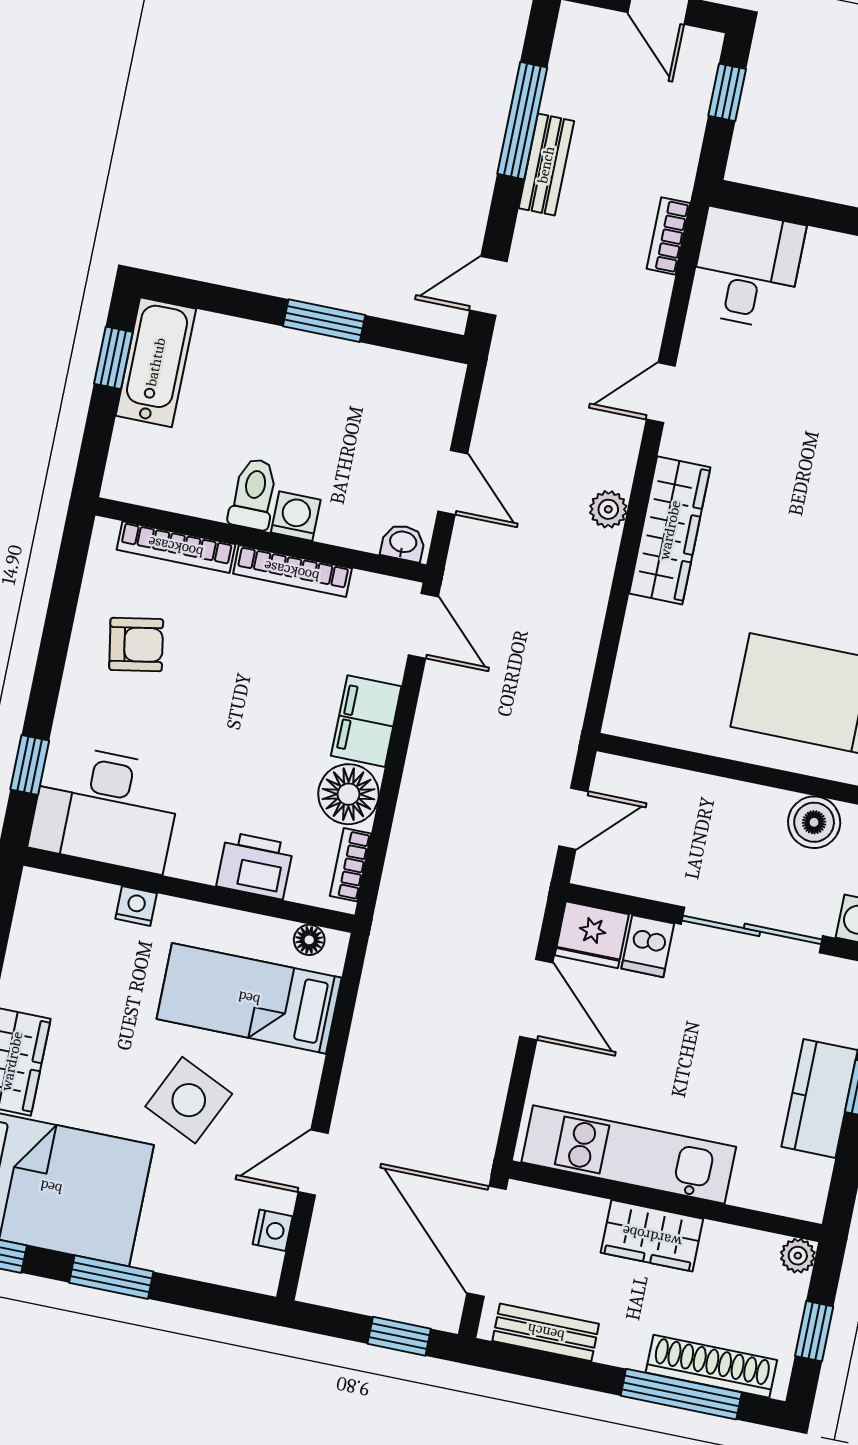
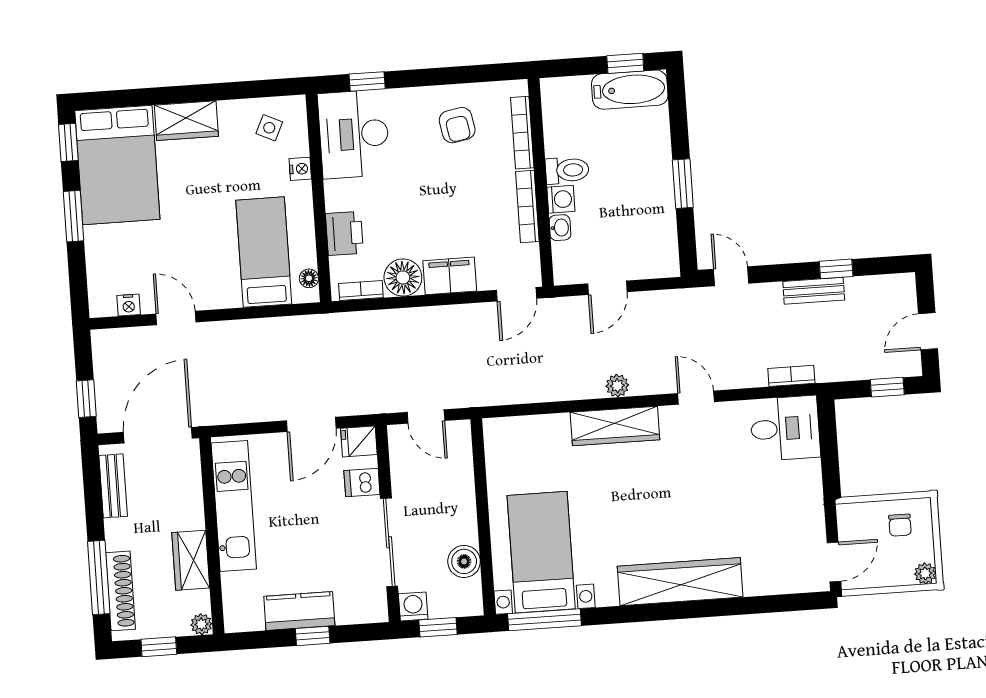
window: (522, 121) -> (836, 269), width x0.46
washbasin: (403, 543) -> (560, 228), moved
fridge: (592, 935) -> (359, 441), width x0.72
side table: (189, 1100) -> (269, 128), moved, width x0.54, depth x0.54
wardrobe: (652, 1236) -> (191, 560), moved

